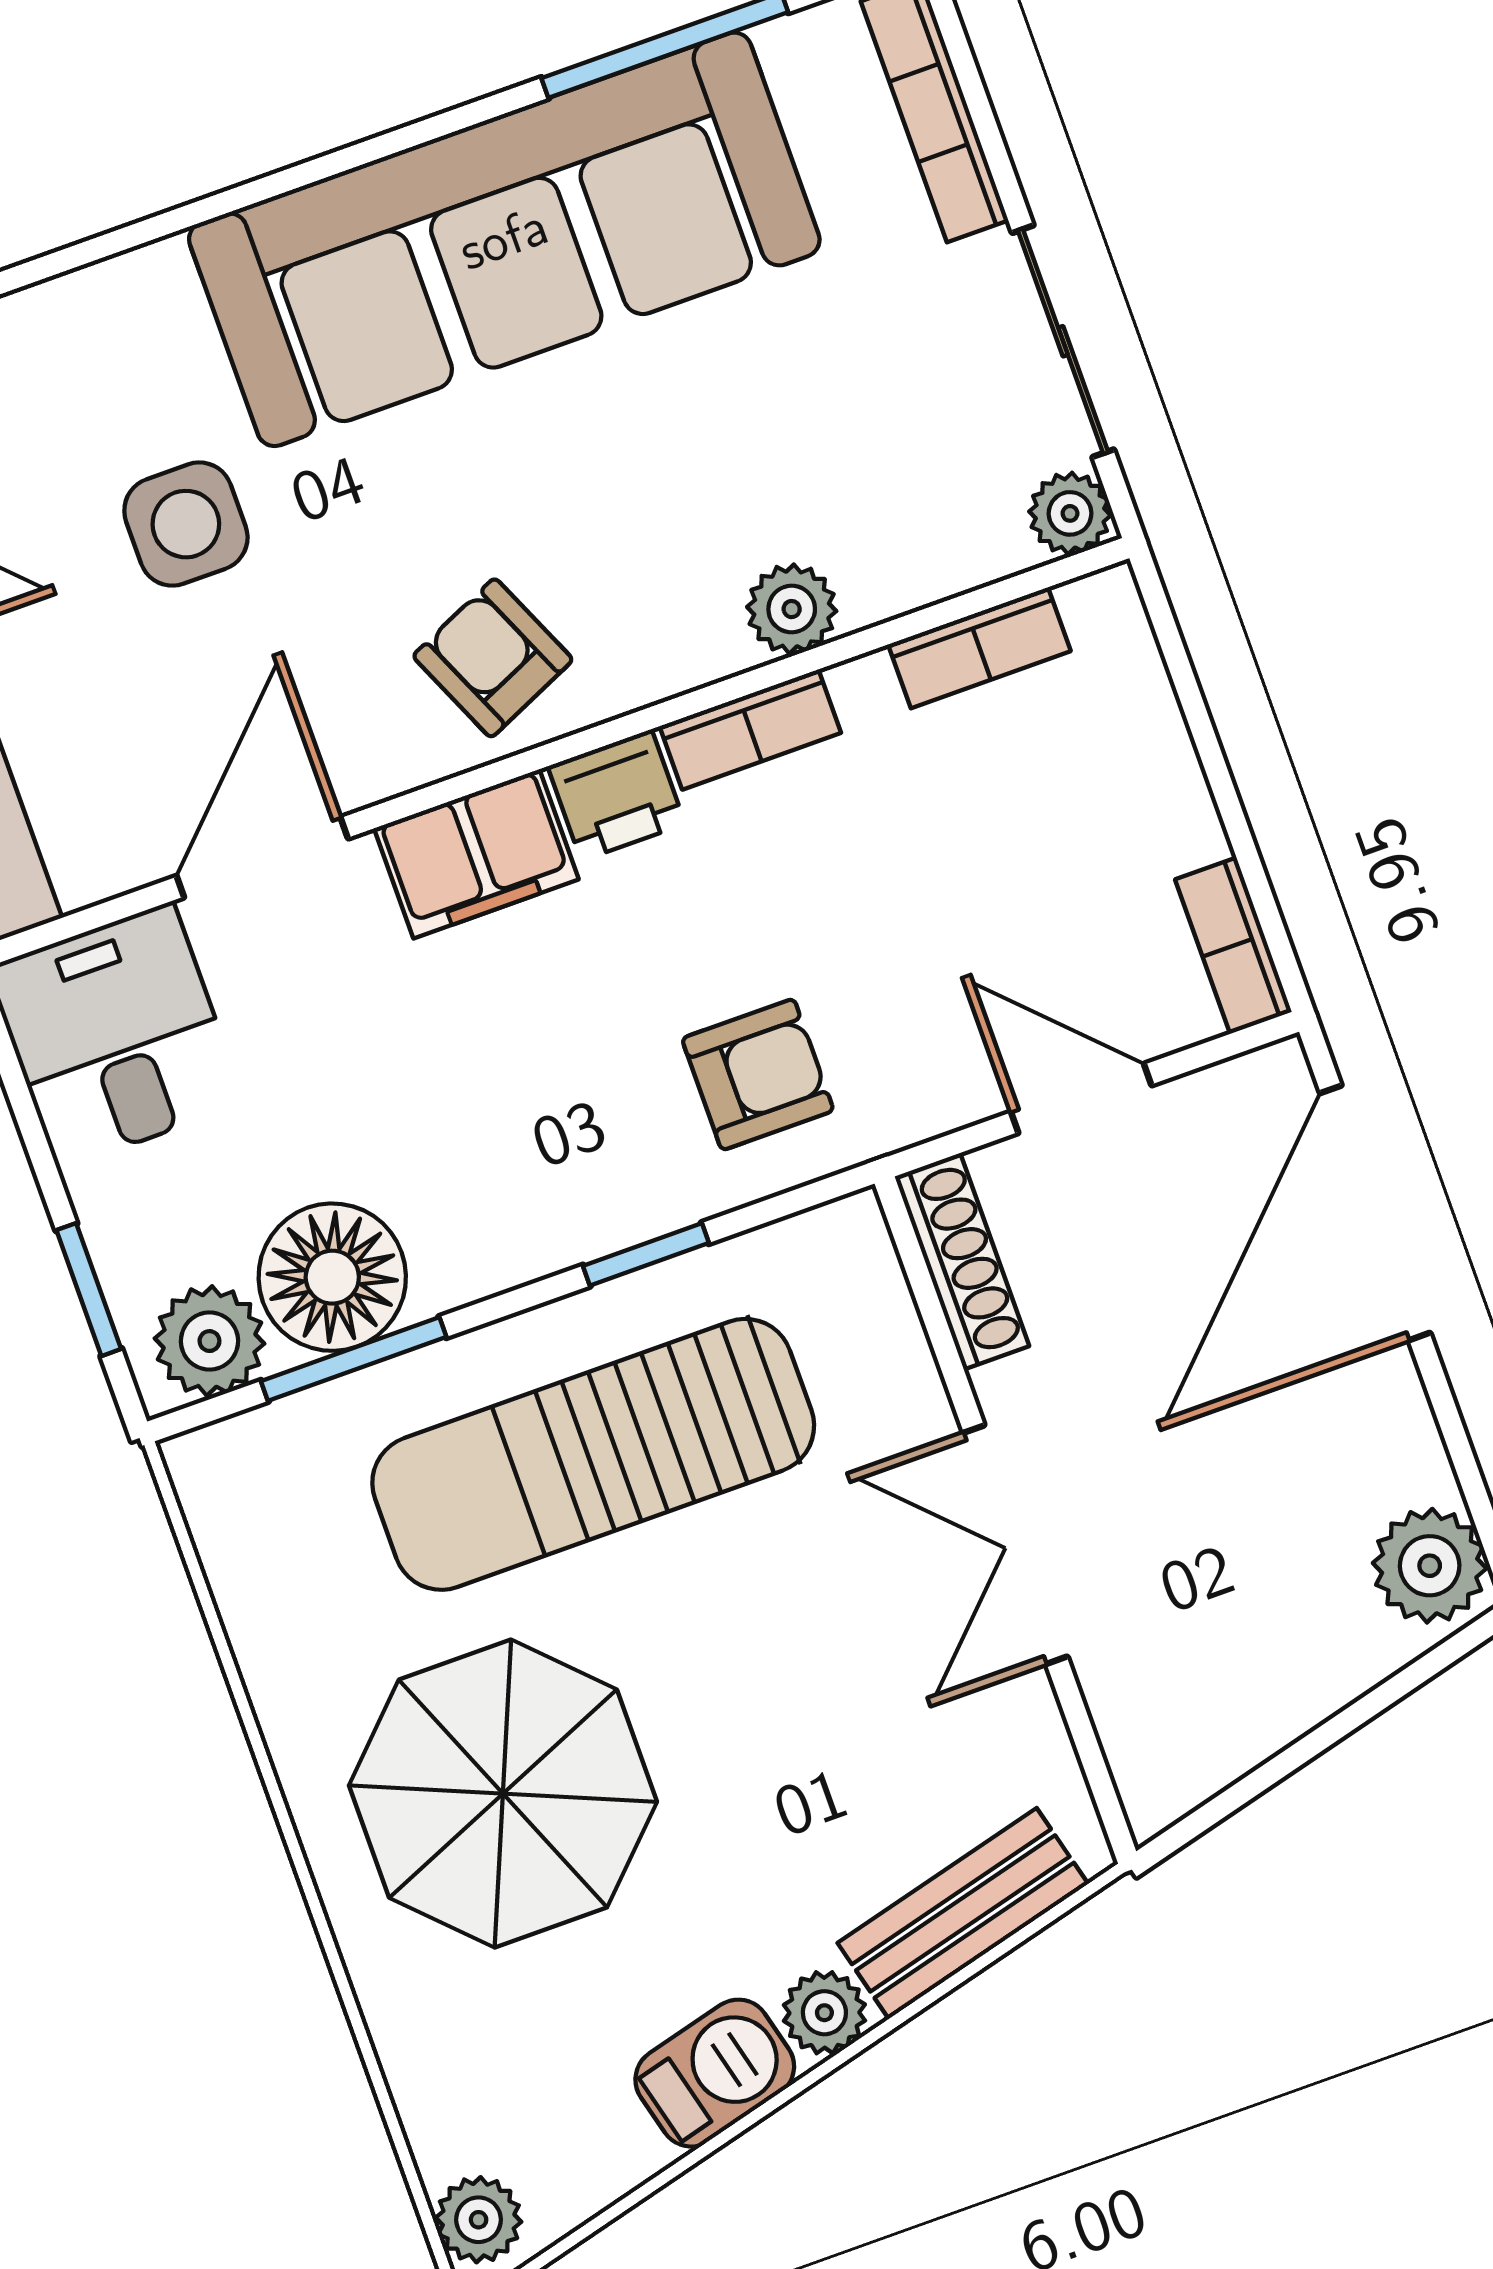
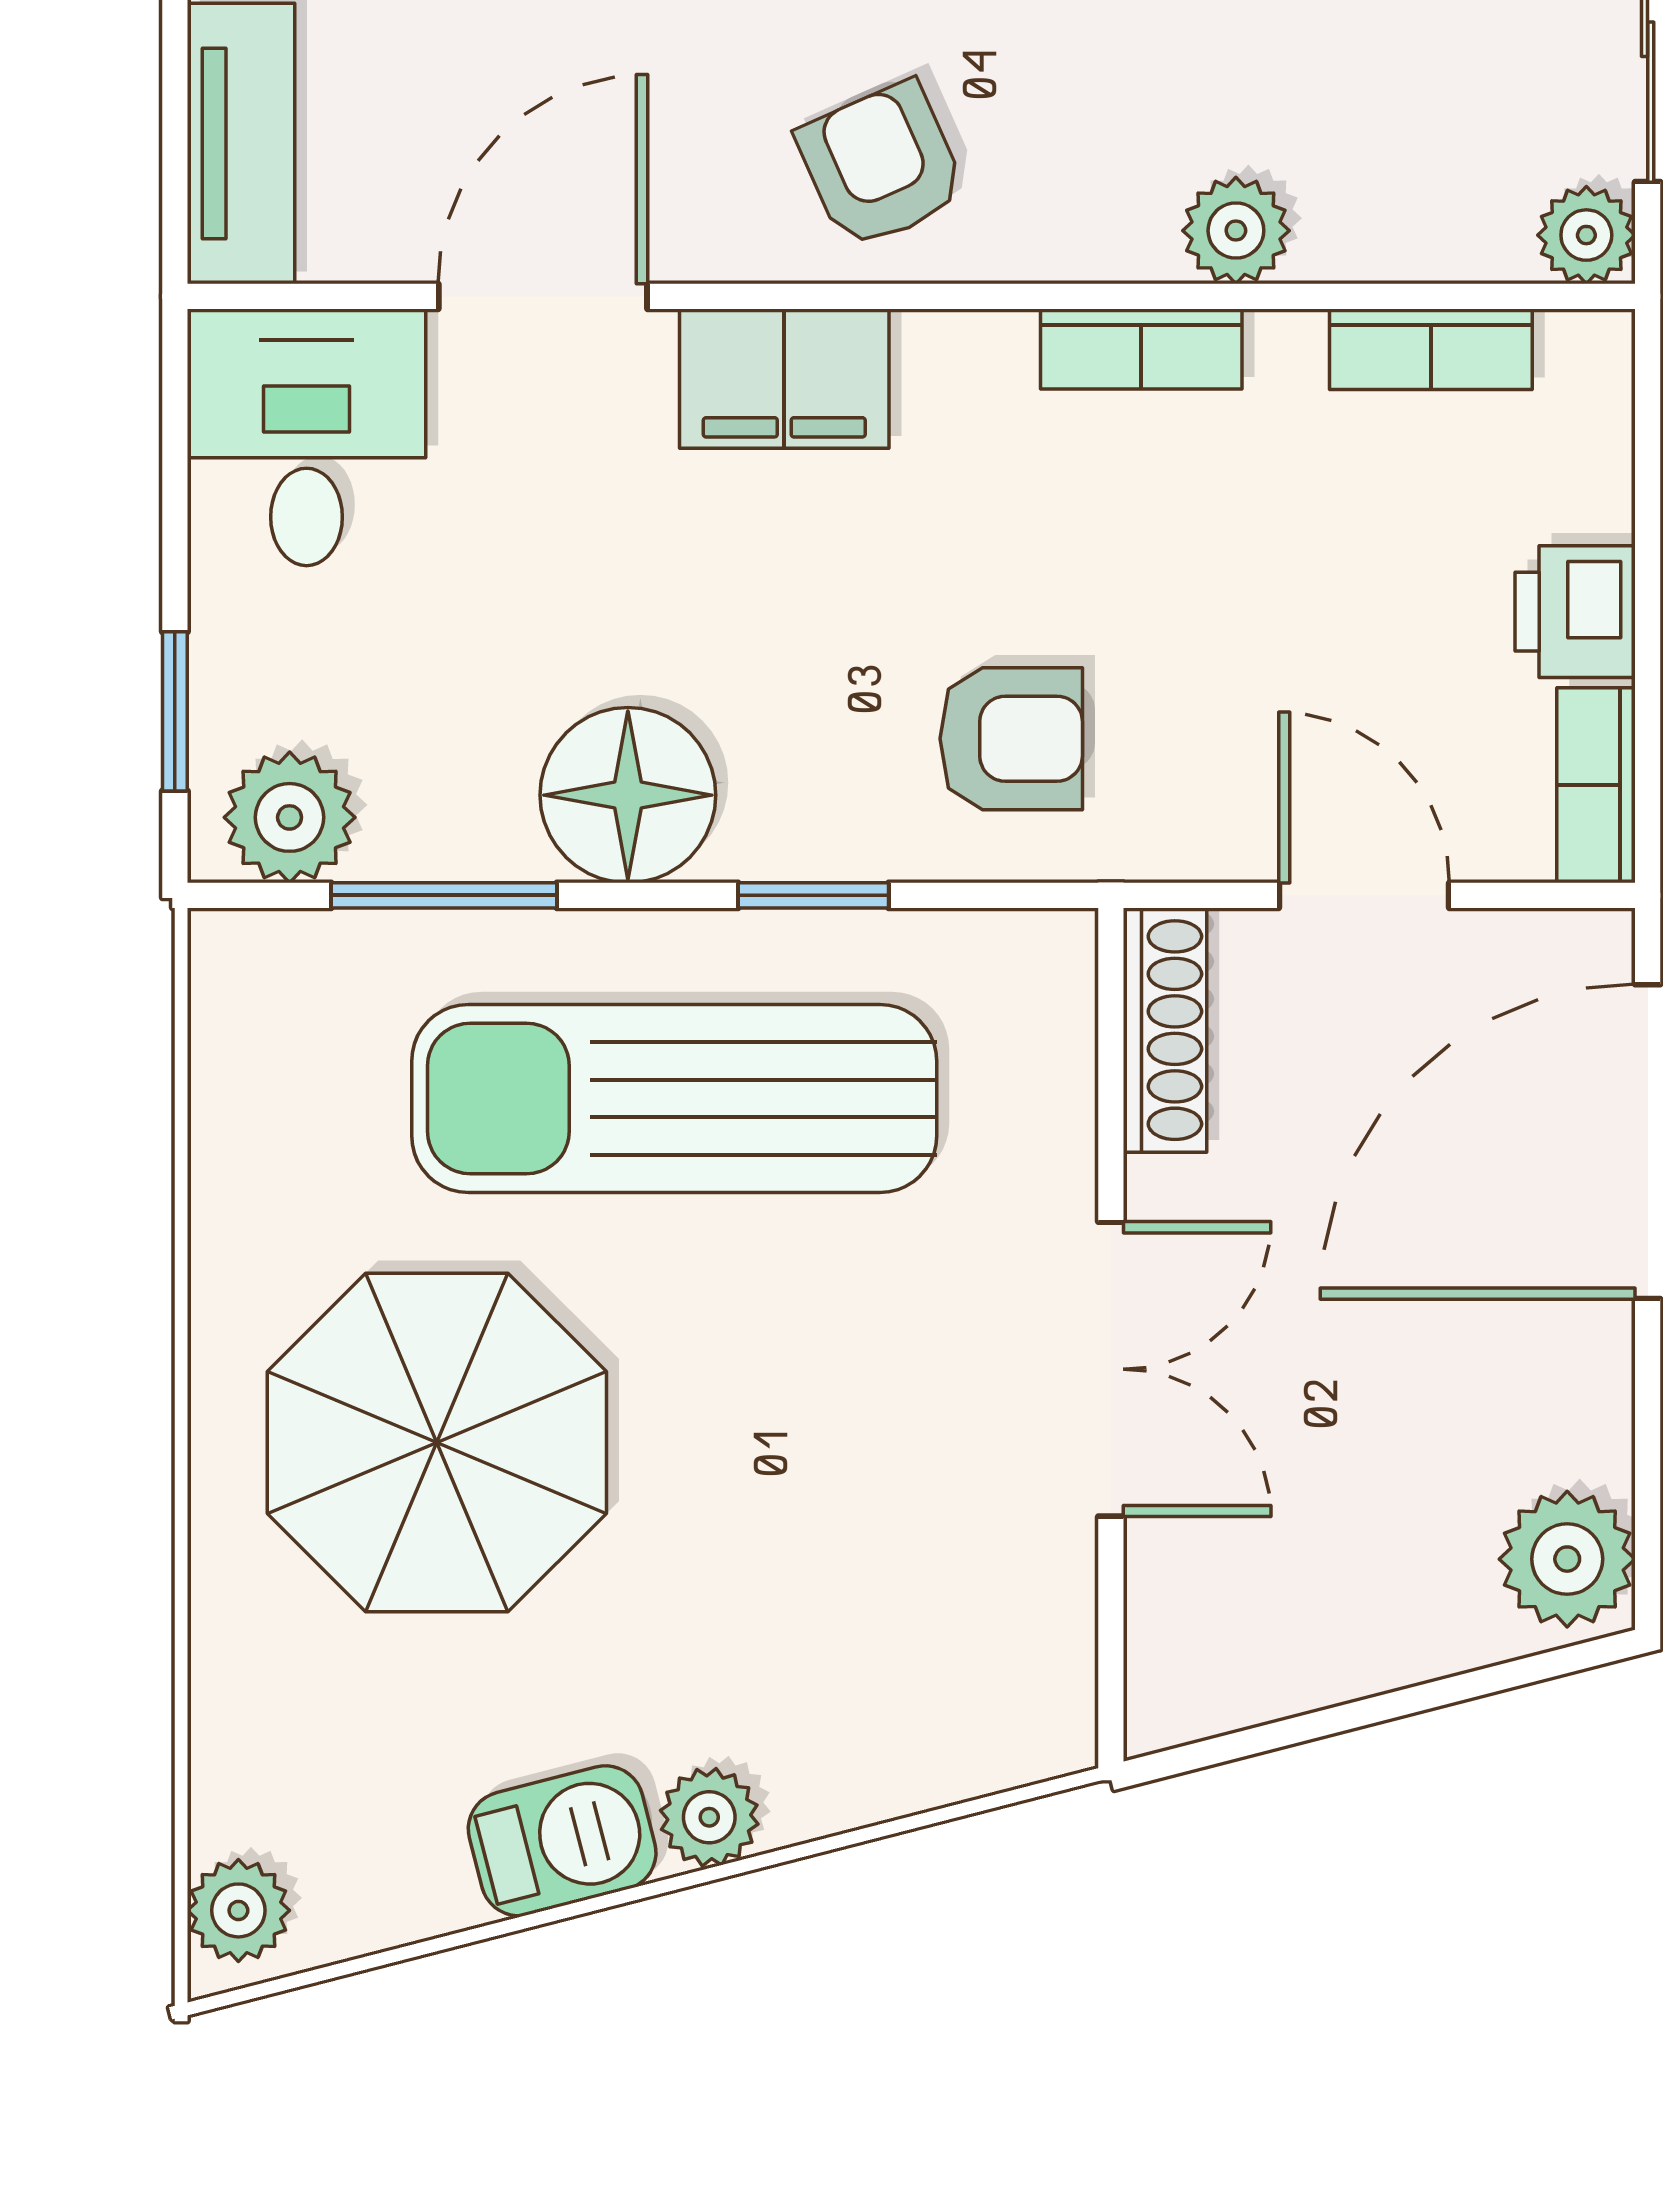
printer: (616, 795) -> (1575, 612), moved, turned 90
floor lamp: (332, 1277) -> (628, 795), moved
double door: (1015, 1545) -> (1111, 1369), swing flipped
bench: (963, 1913) -> (904, 1761), removed

